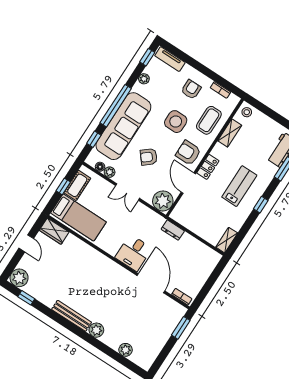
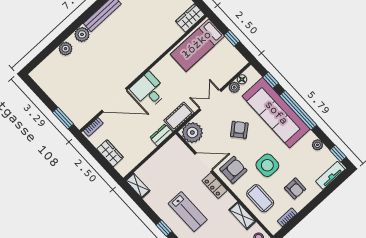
cot: (77, 185) -> (179, 117), moved, turned 90
wardrobe: (203, 274) -> (110, 153), added
plant: (126, 350) -> (66, 49), moved

